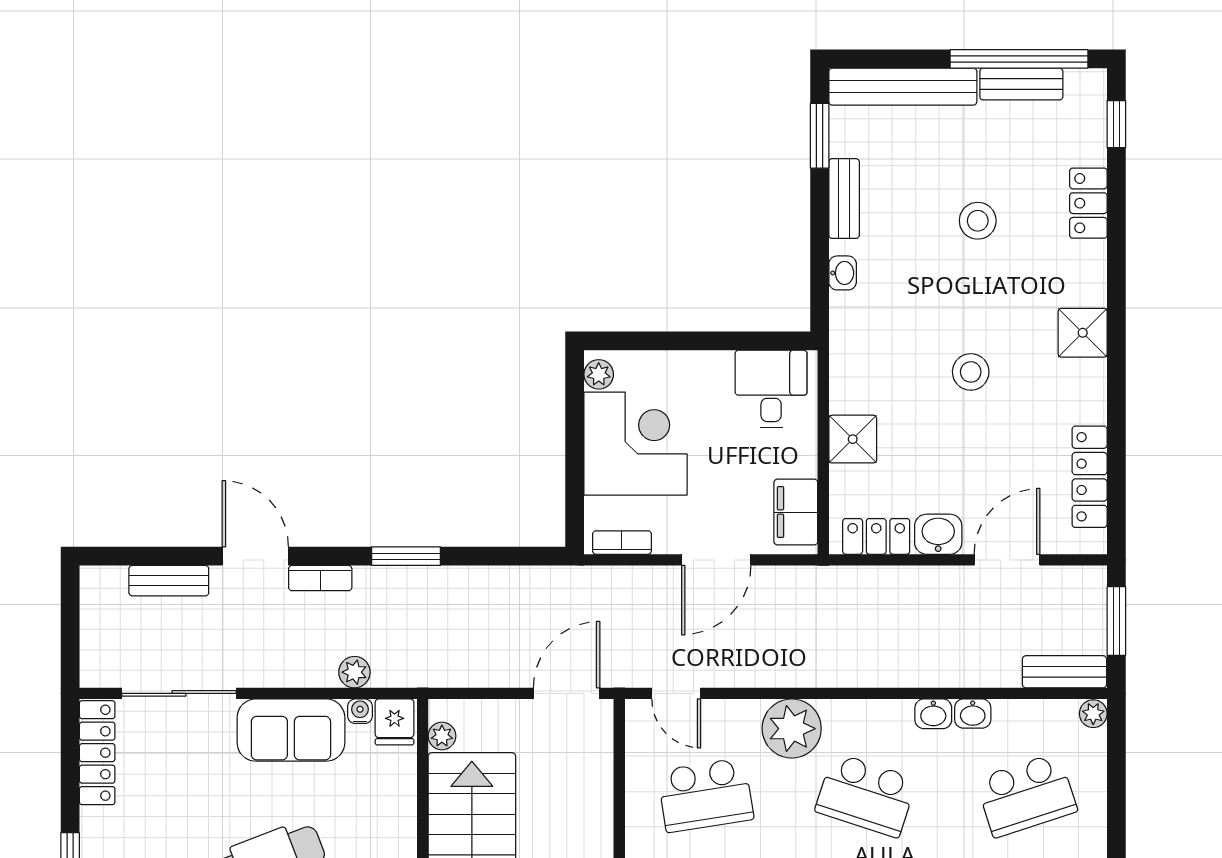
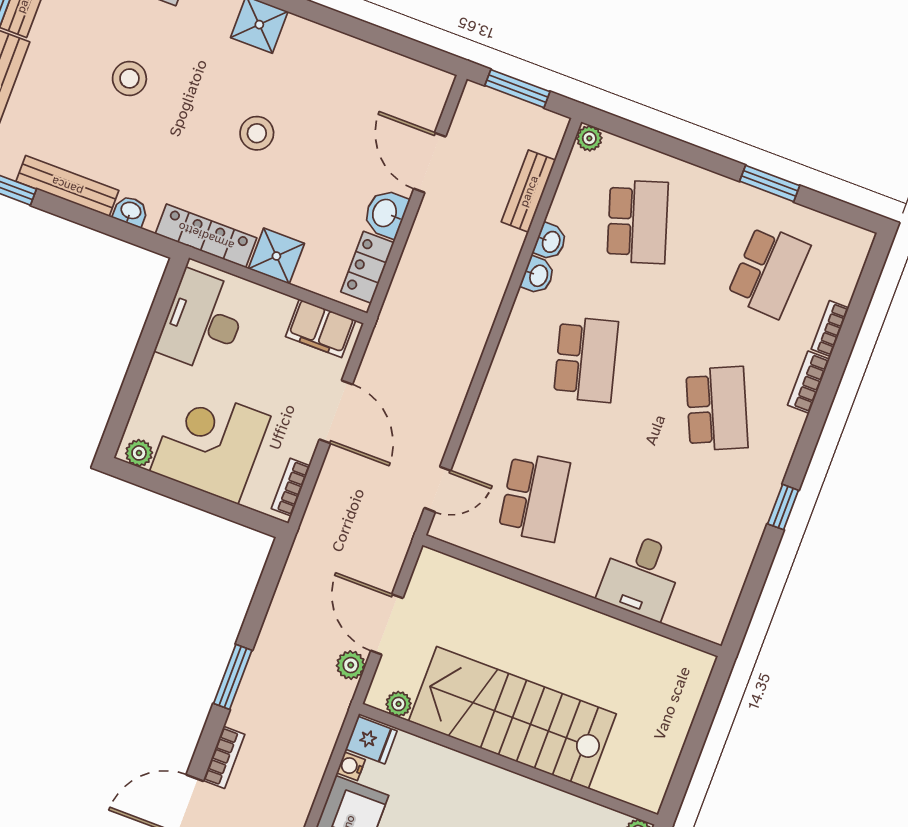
bench: (844, 199) -> (67, 186), width x1.36
desk: (771, 389) -> (203, 321), width x1.37
locker: (1090, 477) -> (206, 236), moved, turned 180
plant: (354, 672) -> (351, 665), moved
bench: (1065, 672) -> (529, 191), moved
door: (567, 693) -> (387, 624), moved
plant: (792, 729) -> (505, 402), removed
school desk: (866, 795) -> (586, 359), turned -33

